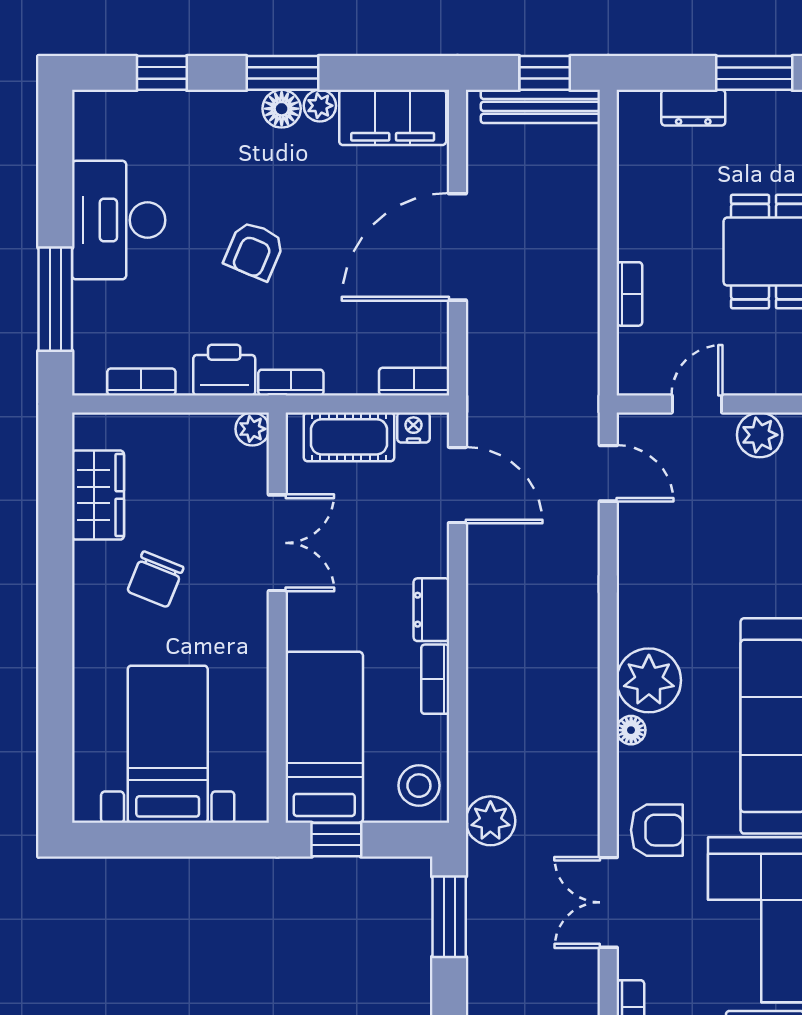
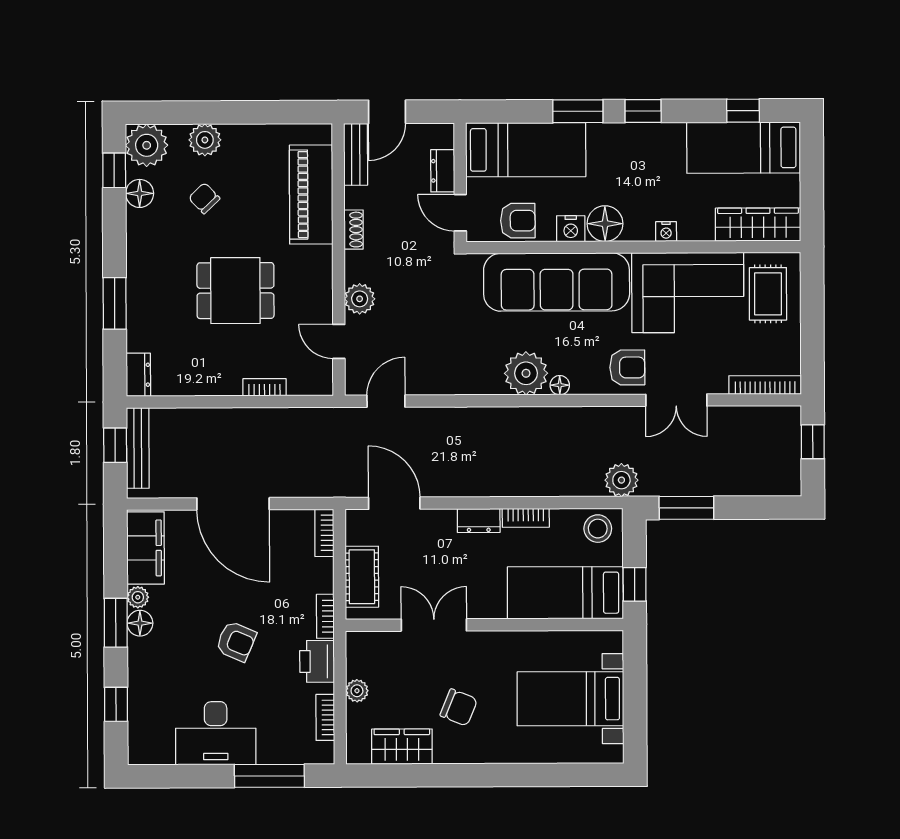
dresser: (693, 108) -> (138, 375), moved
nightstand: (414, 427) -> (355, 533), removed
plant: (252, 429) -> (357, 691), moved
door: (457, 485) -> (394, 503), hinge flipped
armchair: (657, 830) -> (627, 367), turned 90

